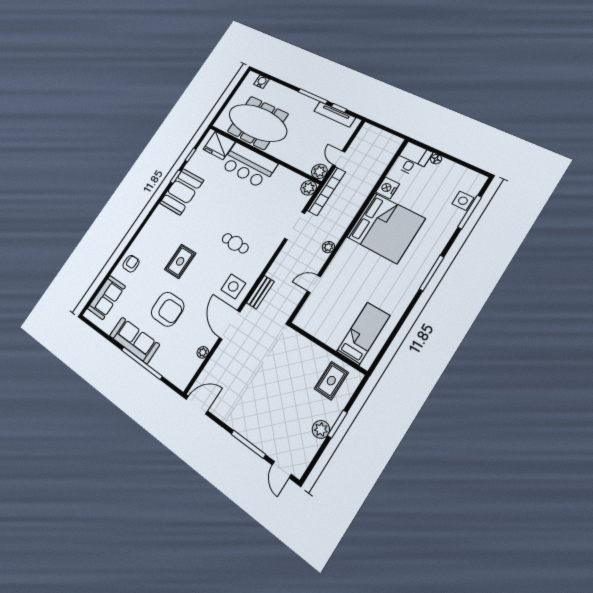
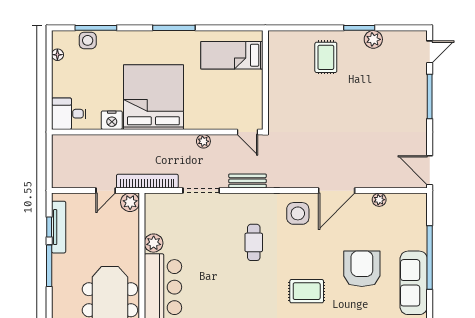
floor lamp: (436, 159) -> (57, 55), moved
plant: (309, 188) -> (154, 243), moved
bench: (260, 292) -> (247, 181), moved
bed: (363, 334) -> (232, 55), moved
wall: (327, 348) -> (265, 80), moved
rug: (331, 381) -> (326, 57), turned 90

